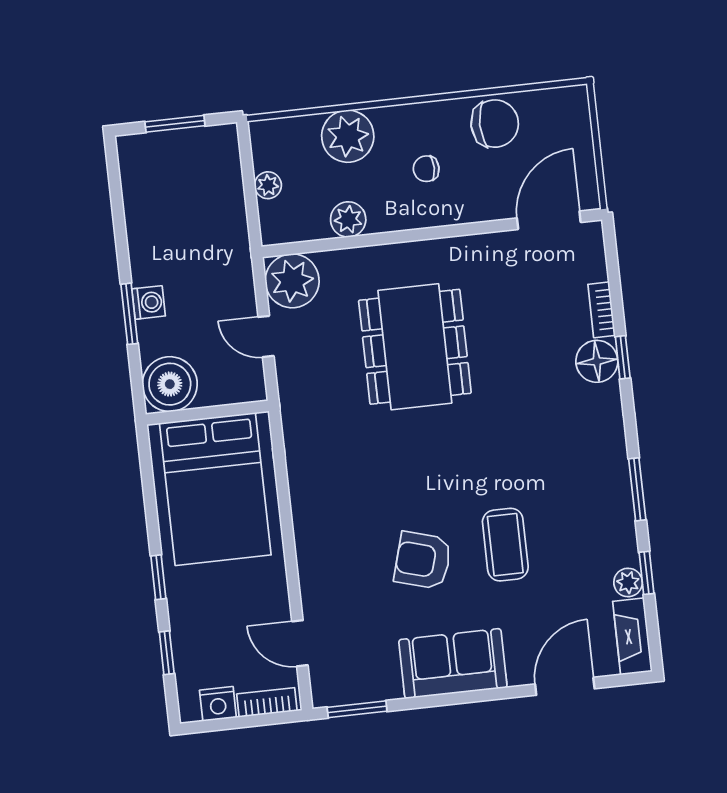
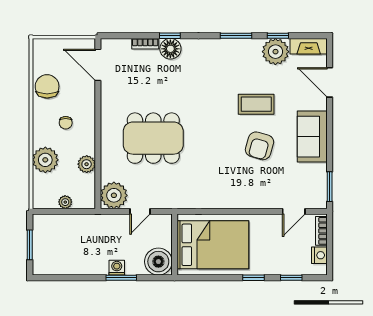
plant: (628, 582) -> (275, 52), width x1.87, depth x1.87

